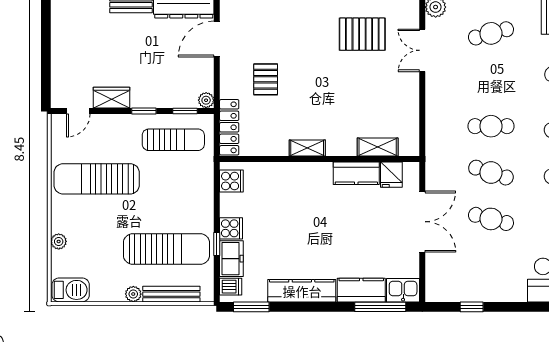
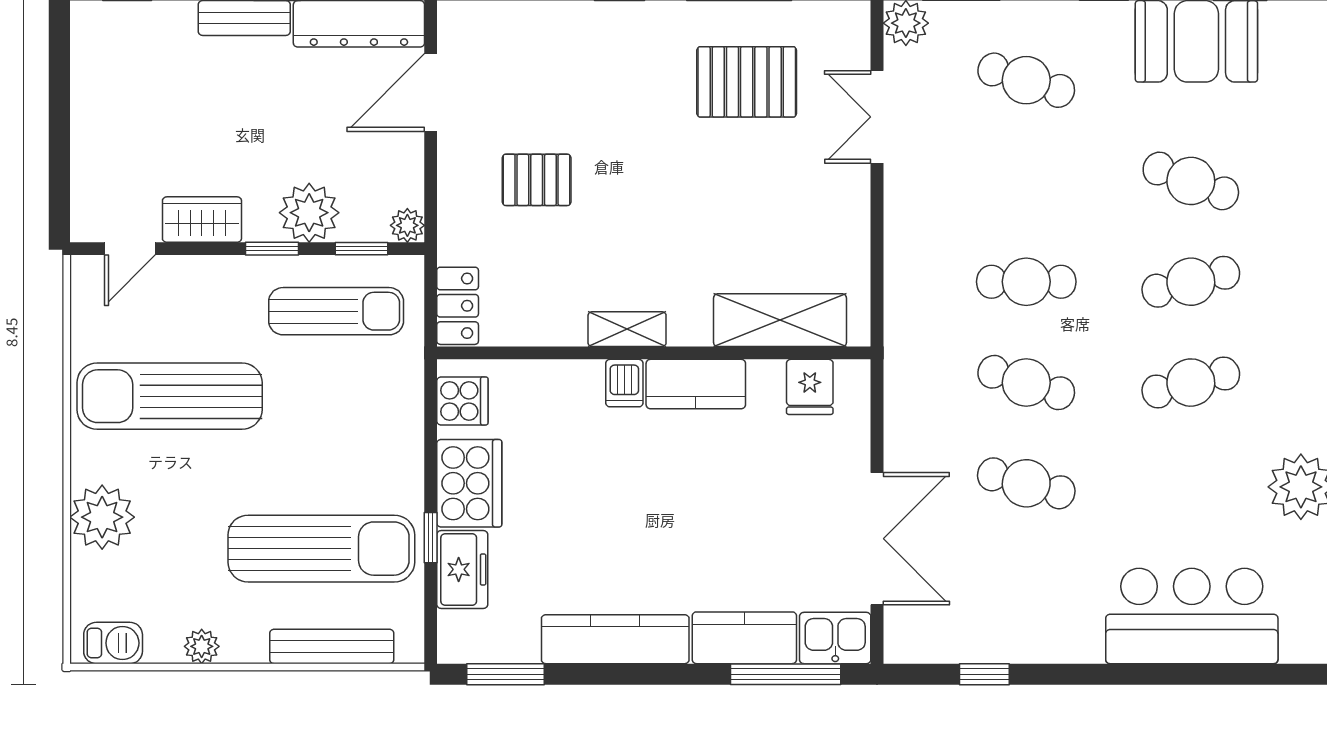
cafe table: (491, 33) -> (1026, 80), turned 33
pallet: (266, 79) -> (537, 180), turned 90
plant: (161, 94) -> (309, 213), added
locker: (229, 127) -> (458, 306), width x0.66
shelving: (378, 147) -> (780, 320), width x1.50, depth x1.33
kitchen counter: (356, 173) -> (696, 384), moved
double door: (422, 222) -> (877, 539), moved
cooker: (231, 228) -> (469, 483), width x1.87, depth x1.31
plant: (59, 241) -> (102, 517), width x1.88, depth x1.88
dishwasher: (231, 287) -> (624, 383), moved, turned 90
barbecue: (71, 290) -> (113, 643), width x0.73, depth x0.79
plant: (133, 294) -> (202, 646), moved

